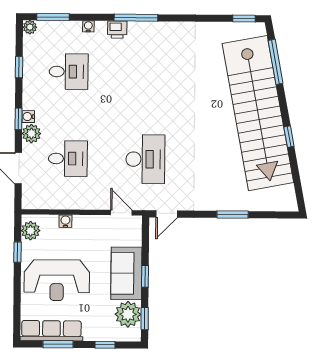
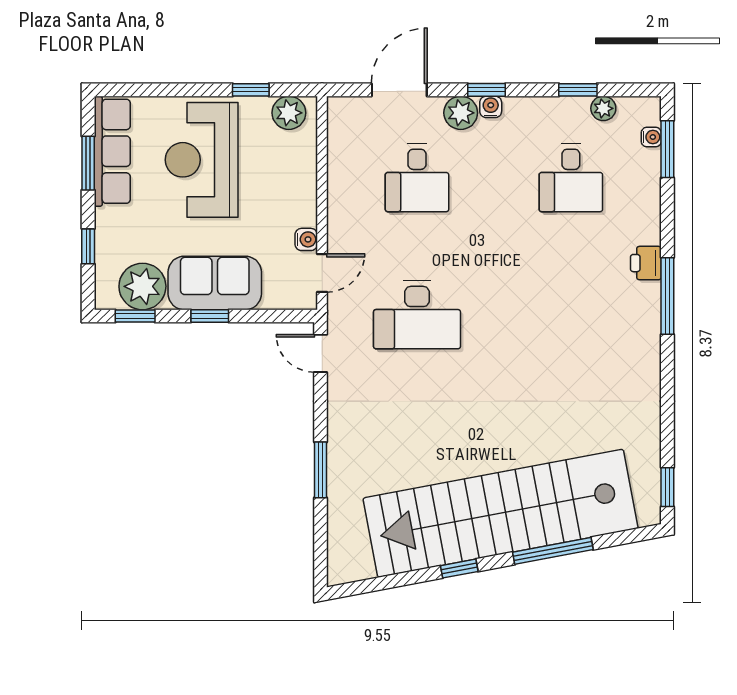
water cooler: (88, 26) -> (651, 137), moved
plant: (30, 27) -> (603, 108), moved
window: (276, 62) -> (553, 551), moved
water cooler: (65, 221) -> (306, 239), moved

